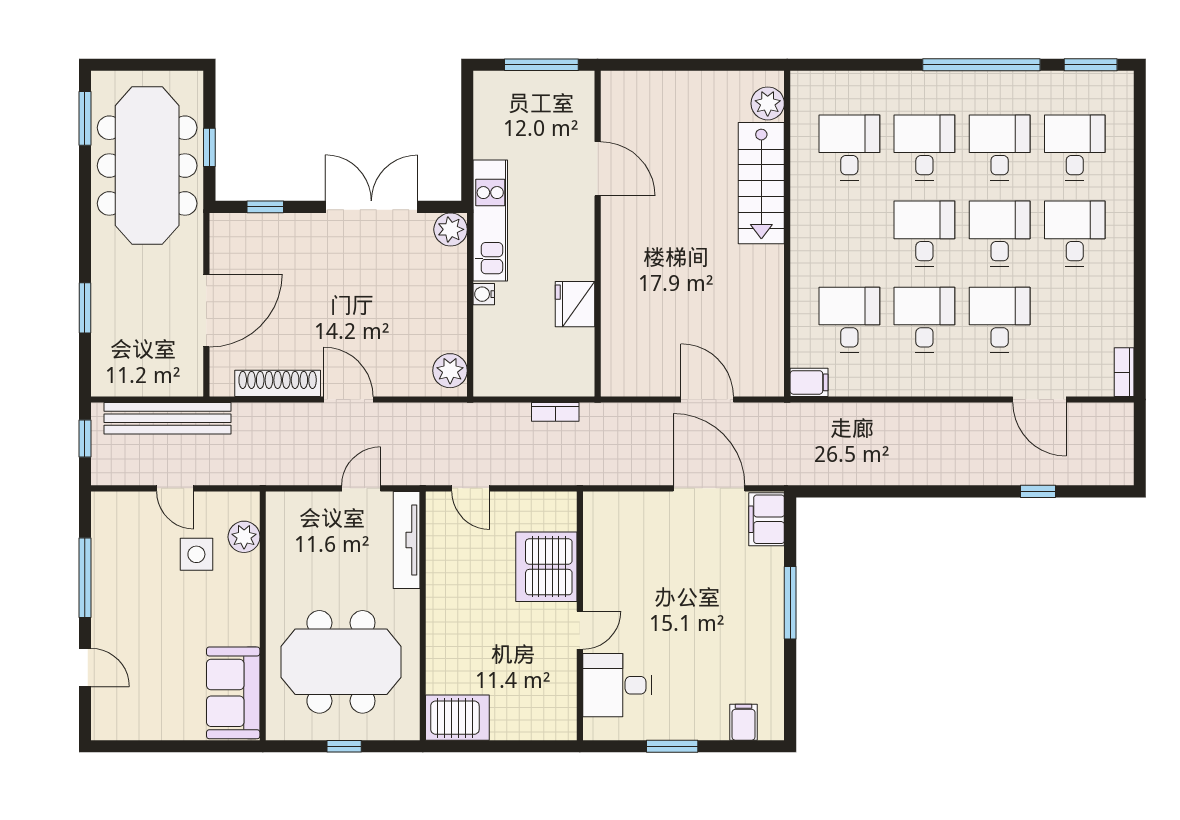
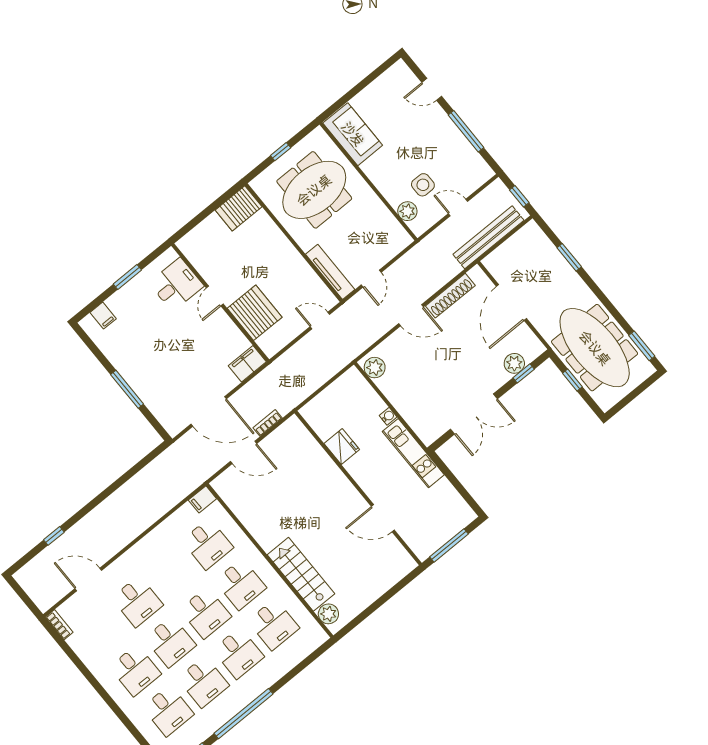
plant: (451, 229) -> (514, 363), moved
desk: (924, 320) -> (241, 584), moved
bookcase: (555, 412) -> (268, 423), moved
filing cabinet: (767, 519) -> (247, 364), moved, turned -90

